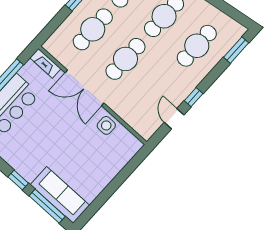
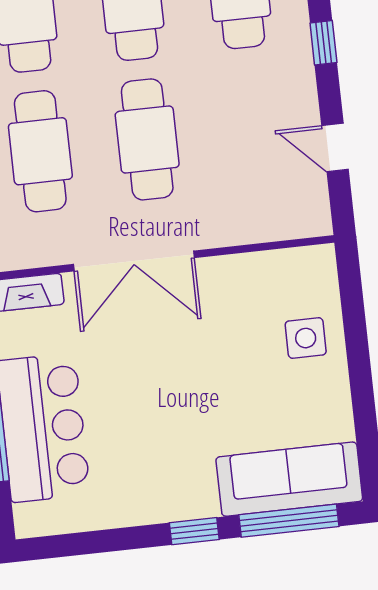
window: (194, 97) -> (323, 43), moved
side table: (106, 125) -> (306, 338), moved

